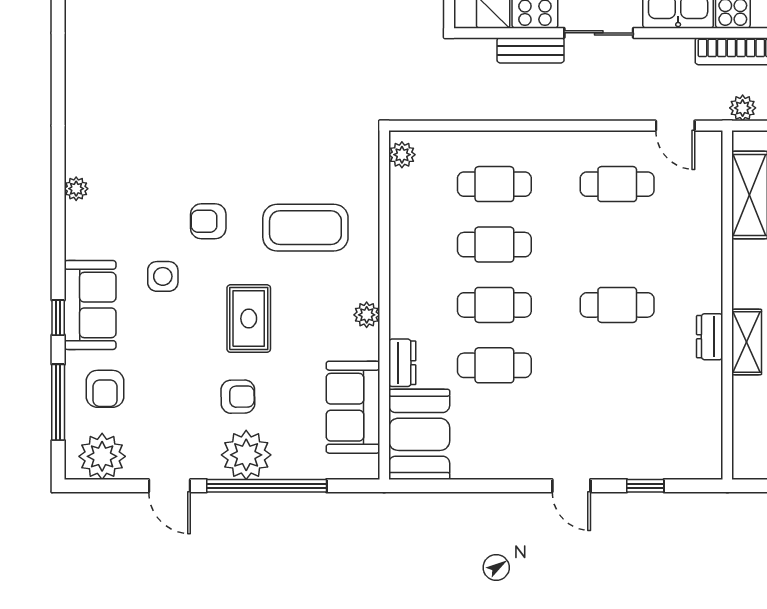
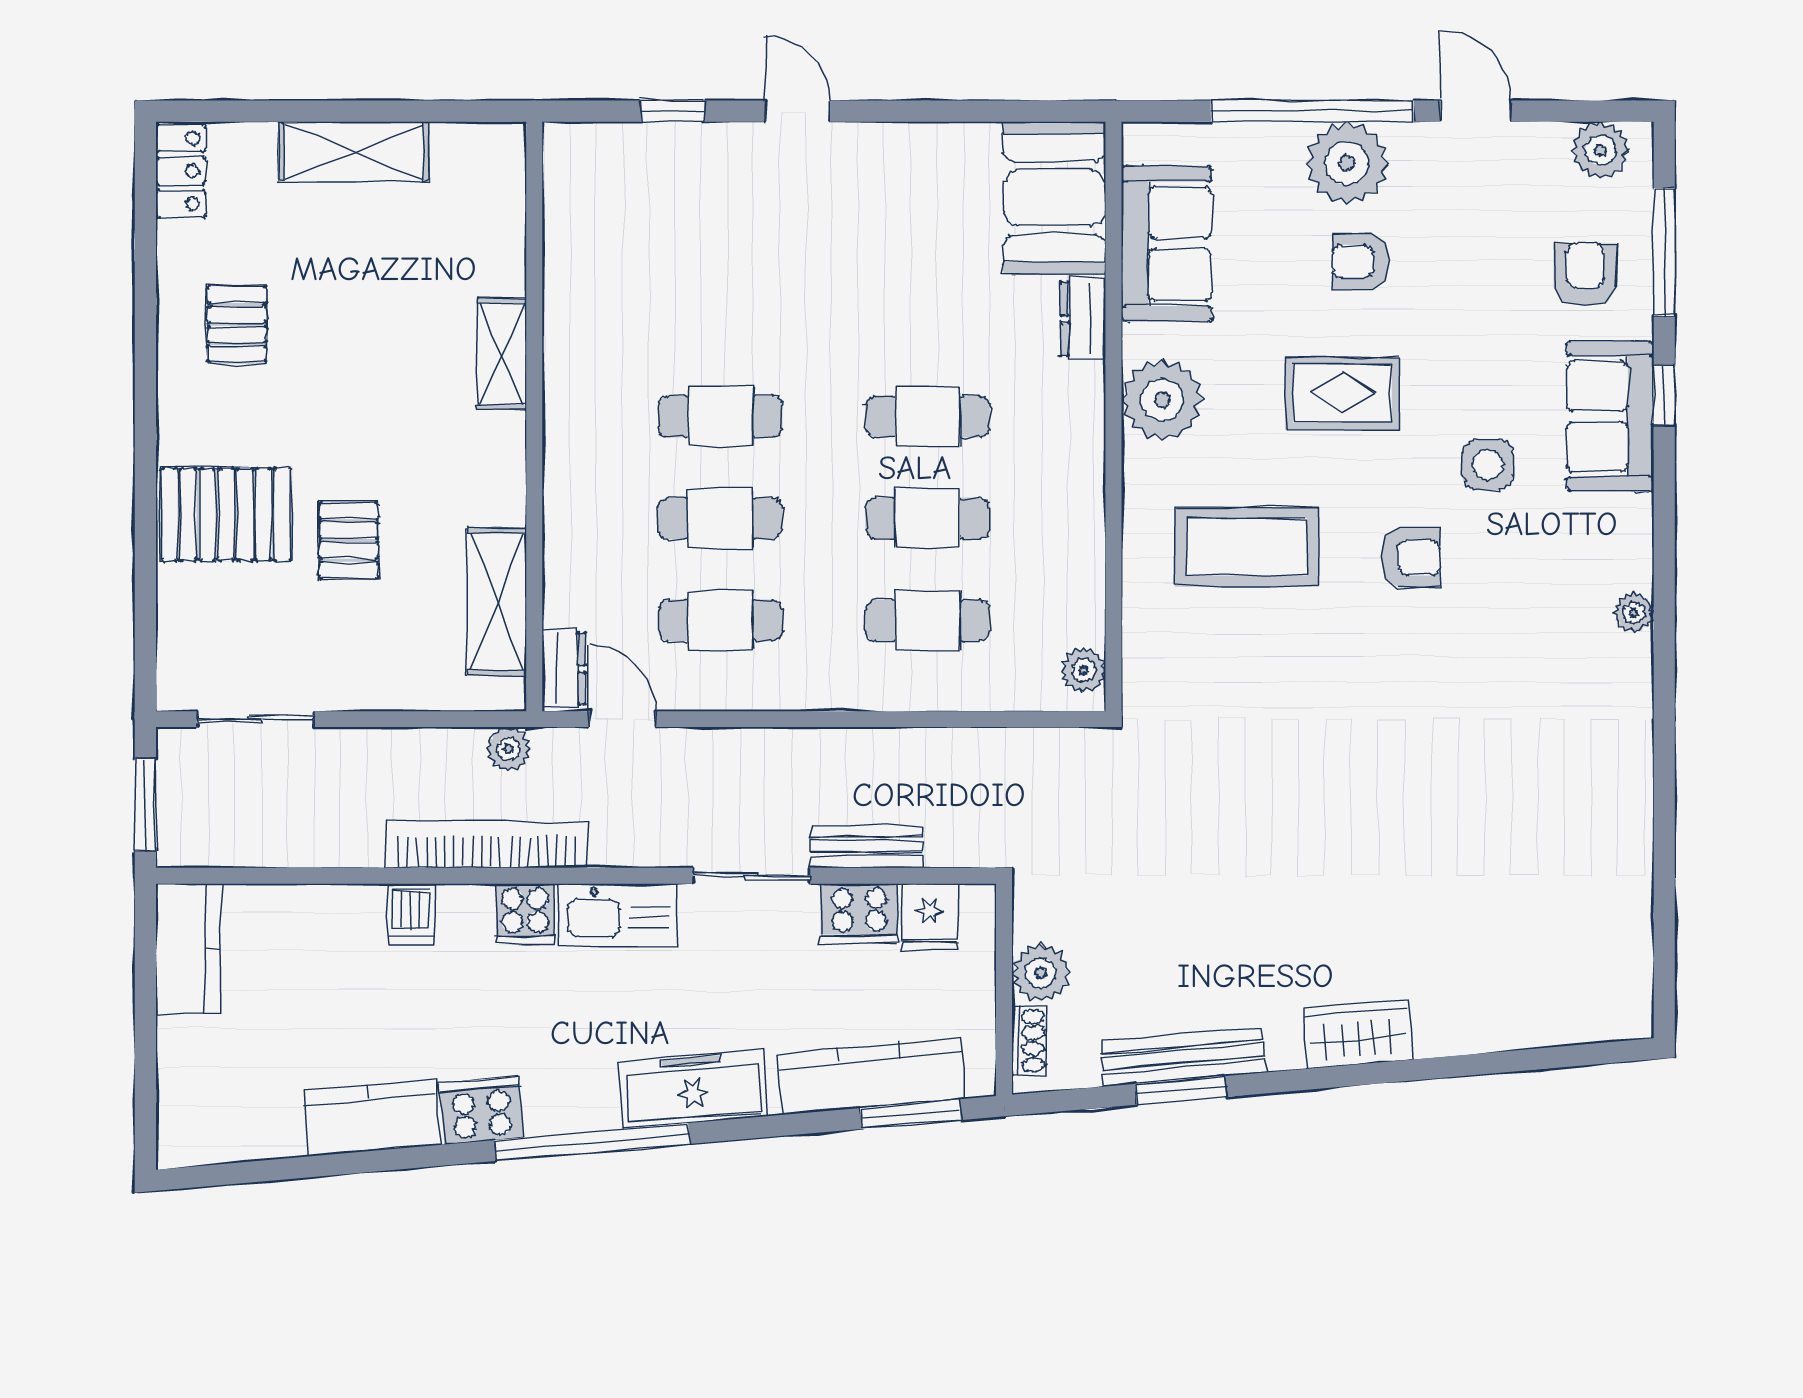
plant: (367, 315) -> (1162, 400), width x1.88, depth x1.88
rug: (249, 319) -> (1342, 393), turned 90
dresser: (710, 337) -> (564, 669), moved
cafe table: (494, 365) -> (720, 518), moved
plant: (102, 456) -> (1600, 150), width x0.73, depth x0.73

